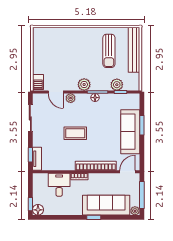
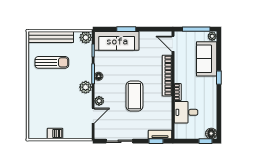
barbecue: (38, 82) -> (55, 133), moved
plant: (117, 85) -> (86, 37), moved
sofa: (130, 132) -> (117, 41), moved
coffee table: (75, 133) -> (134, 96), width x1.36, depth x1.32
sofa: (106, 205) -> (207, 59), width x0.73

